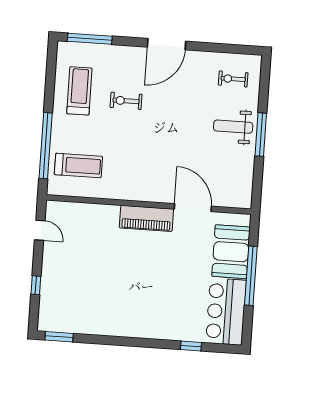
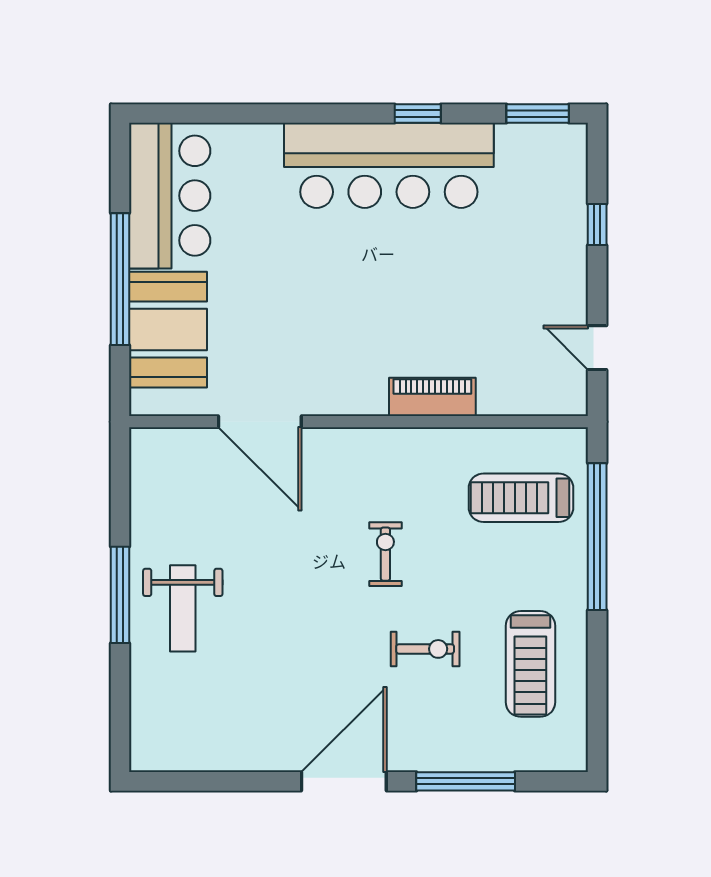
window: (90, 39) -> (466, 781), moved
exercise bike: (233, 79) -> (385, 554), moved, turned -90
weight bench: (233, 127) -> (183, 608), turned 90
piano: (146, 218) -> (432, 397), moved, width x0.73, depth x0.75
bar counter: (127, 318) -> (389, 165), added
window: (191, 346) -> (418, 113), moved

